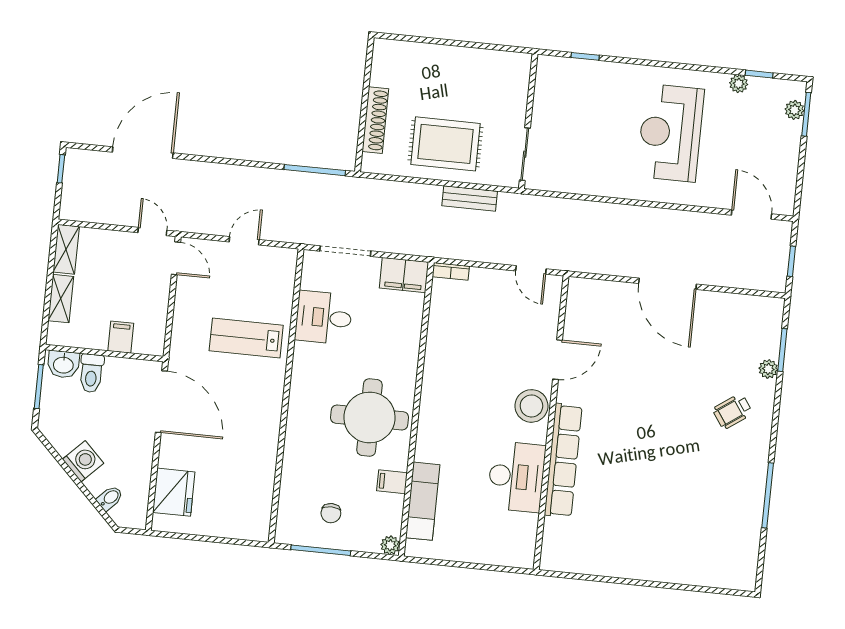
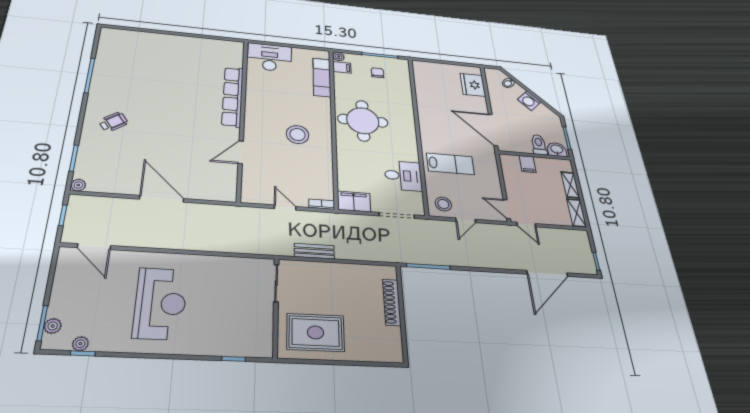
plant: (739, 84) -> (80, 344), moved
rug: (445, 144) -> (316, 332), moved
stool: (272, 268) -> (443, 204), added
door: (531, 270) -> (285, 208), moved
plant: (768, 369) -> (78, 185), moved
stool: (531, 406) -> (298, 135), moved
desk: (516, 477) -> (270, 57), moved, turned 90
filing cabinet: (392, 482) -> (342, 67), moved

